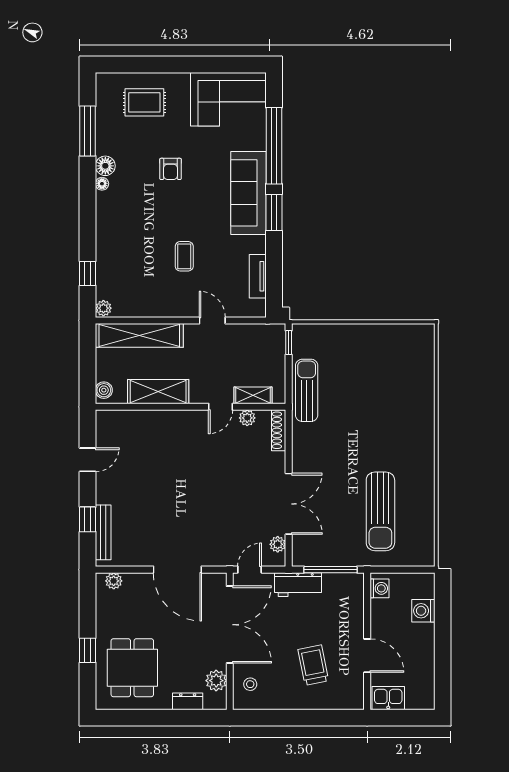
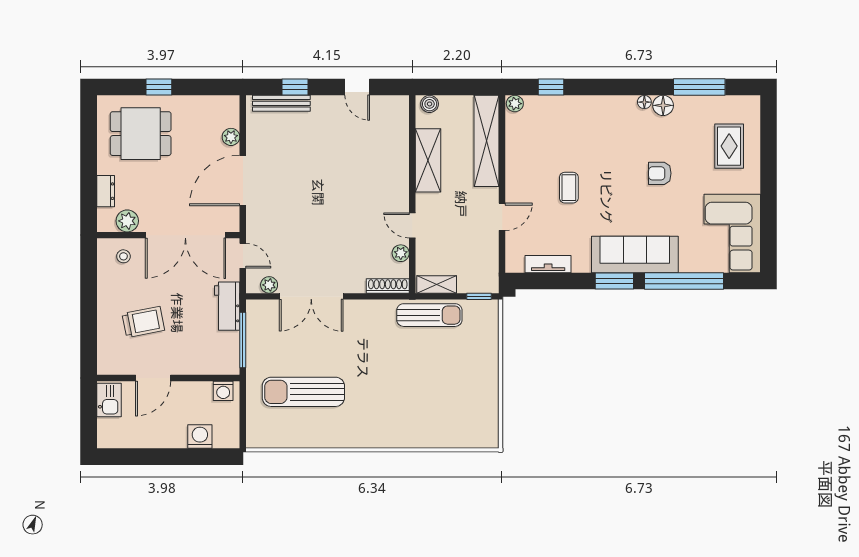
coffee table: (184, 256) -> (569, 188), turned 90
shelving: (253, 395) -> (437, 284), moved, turned 90
plant: (114, 581) -> (231, 137), moved

